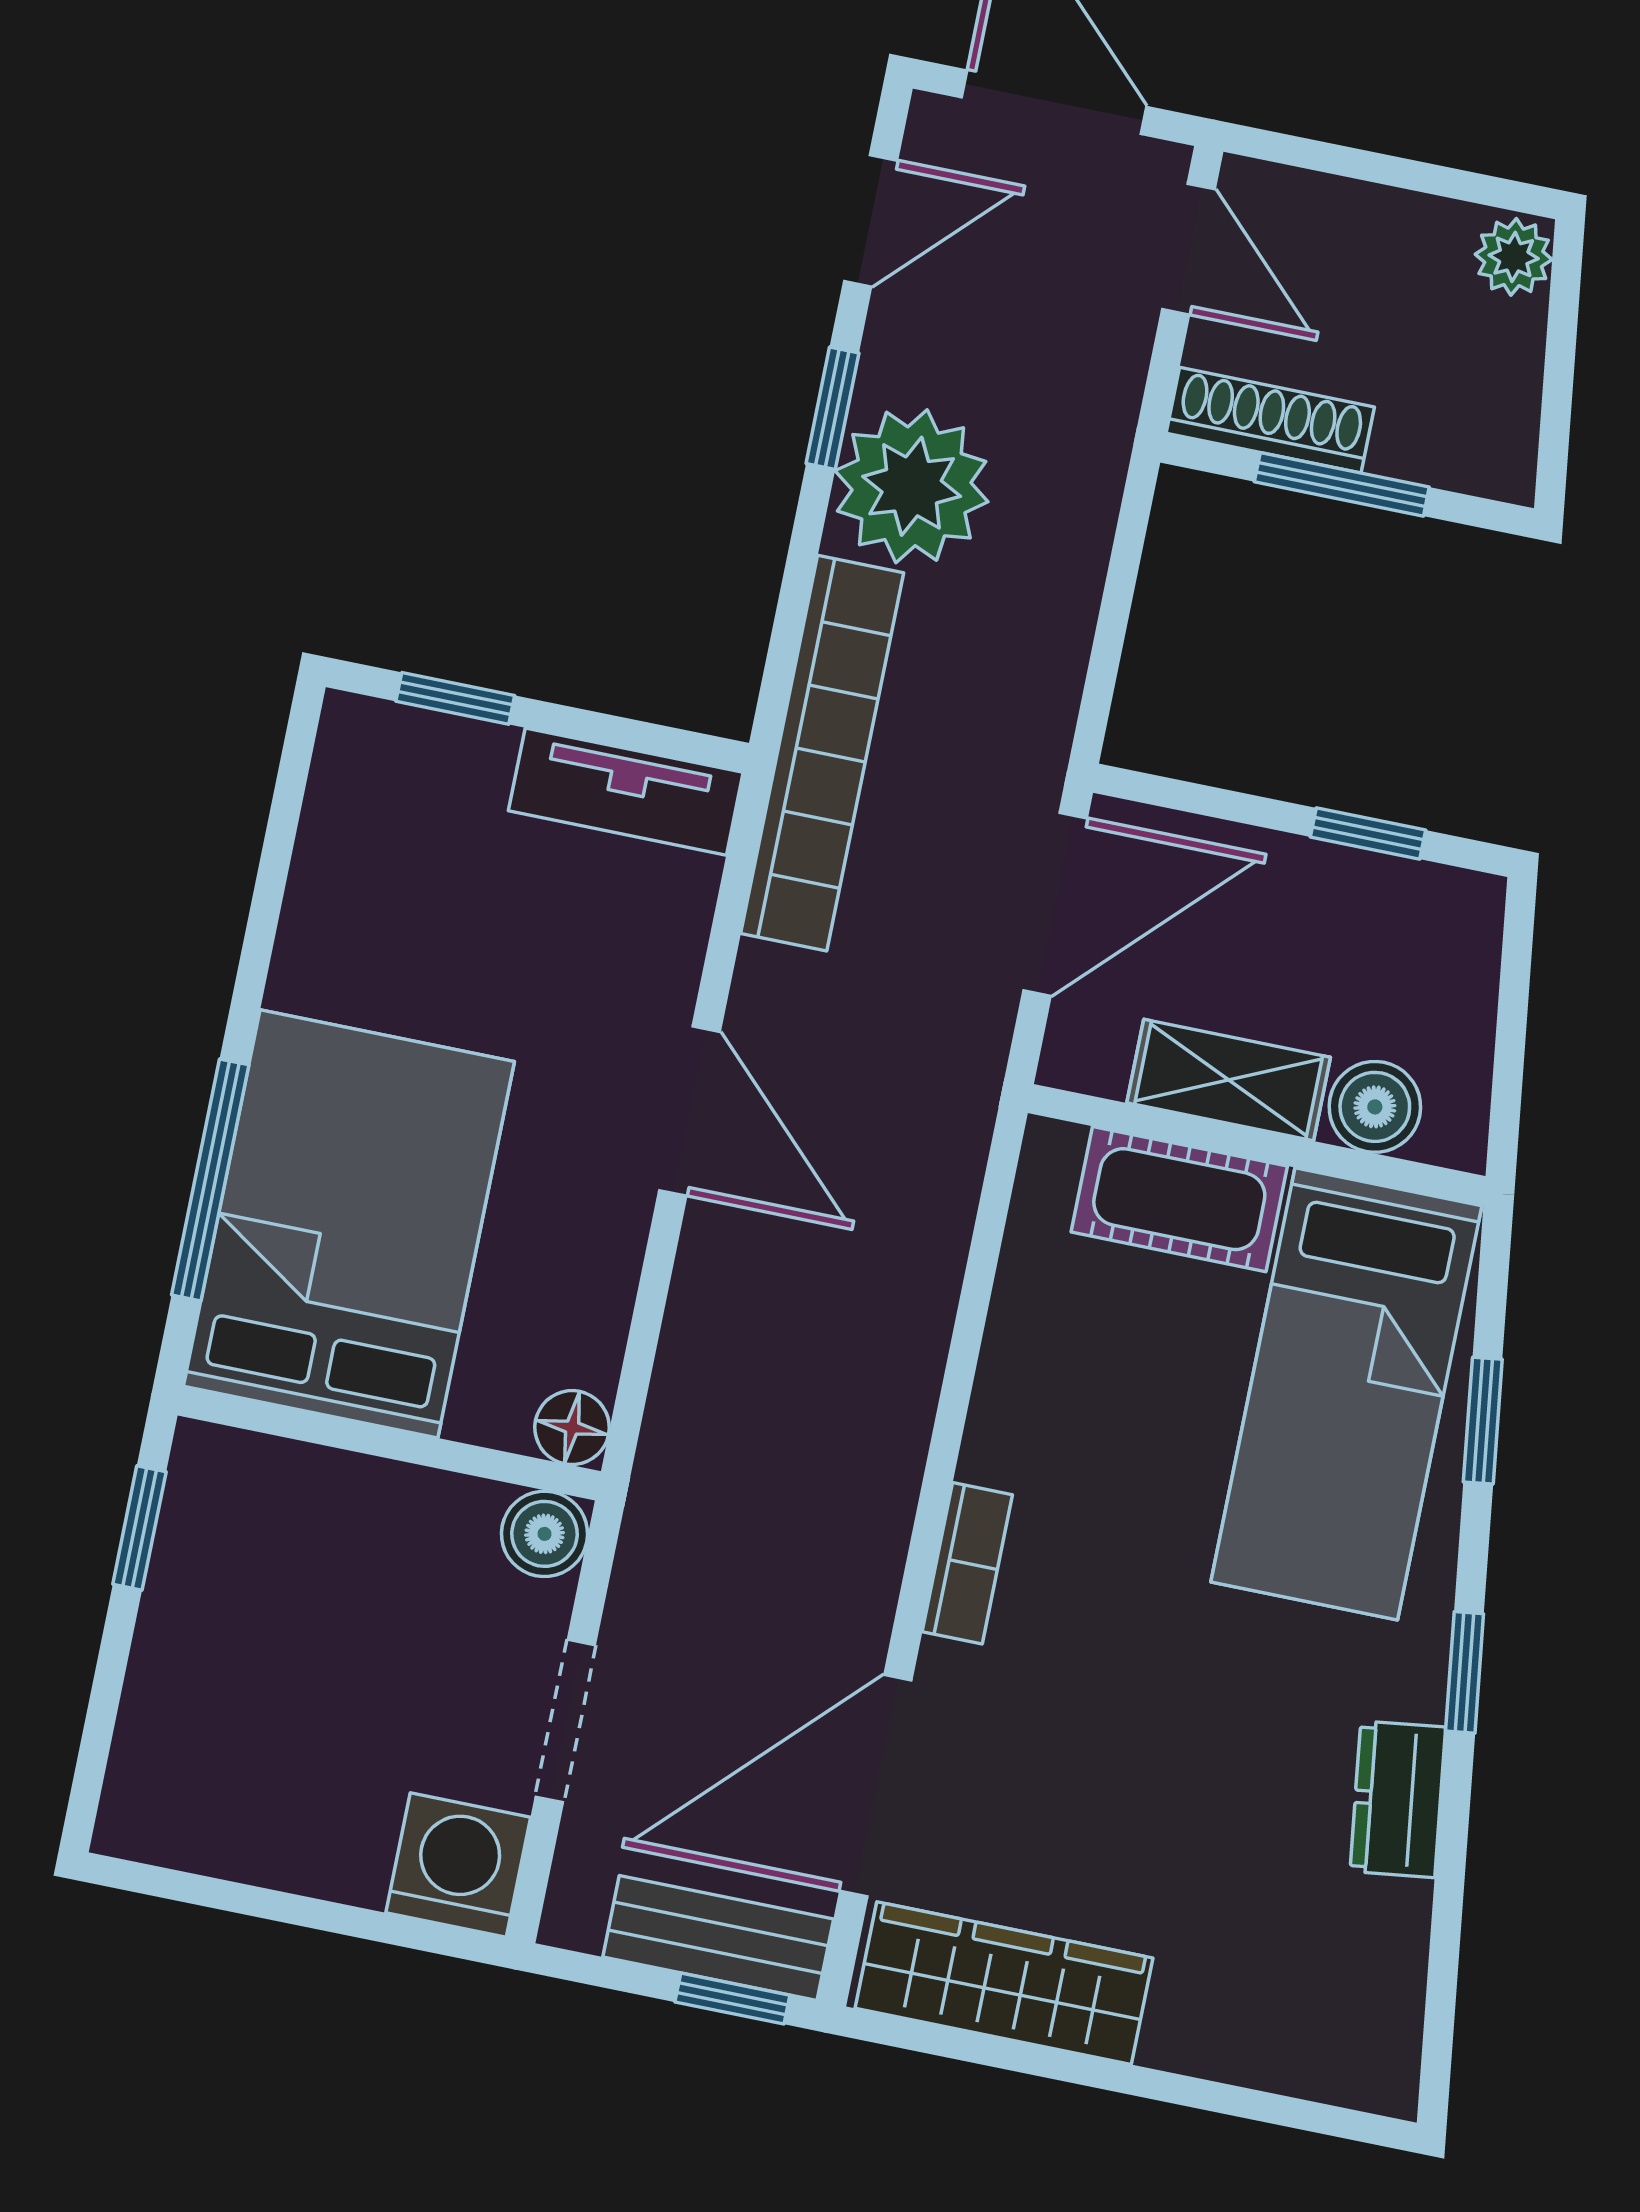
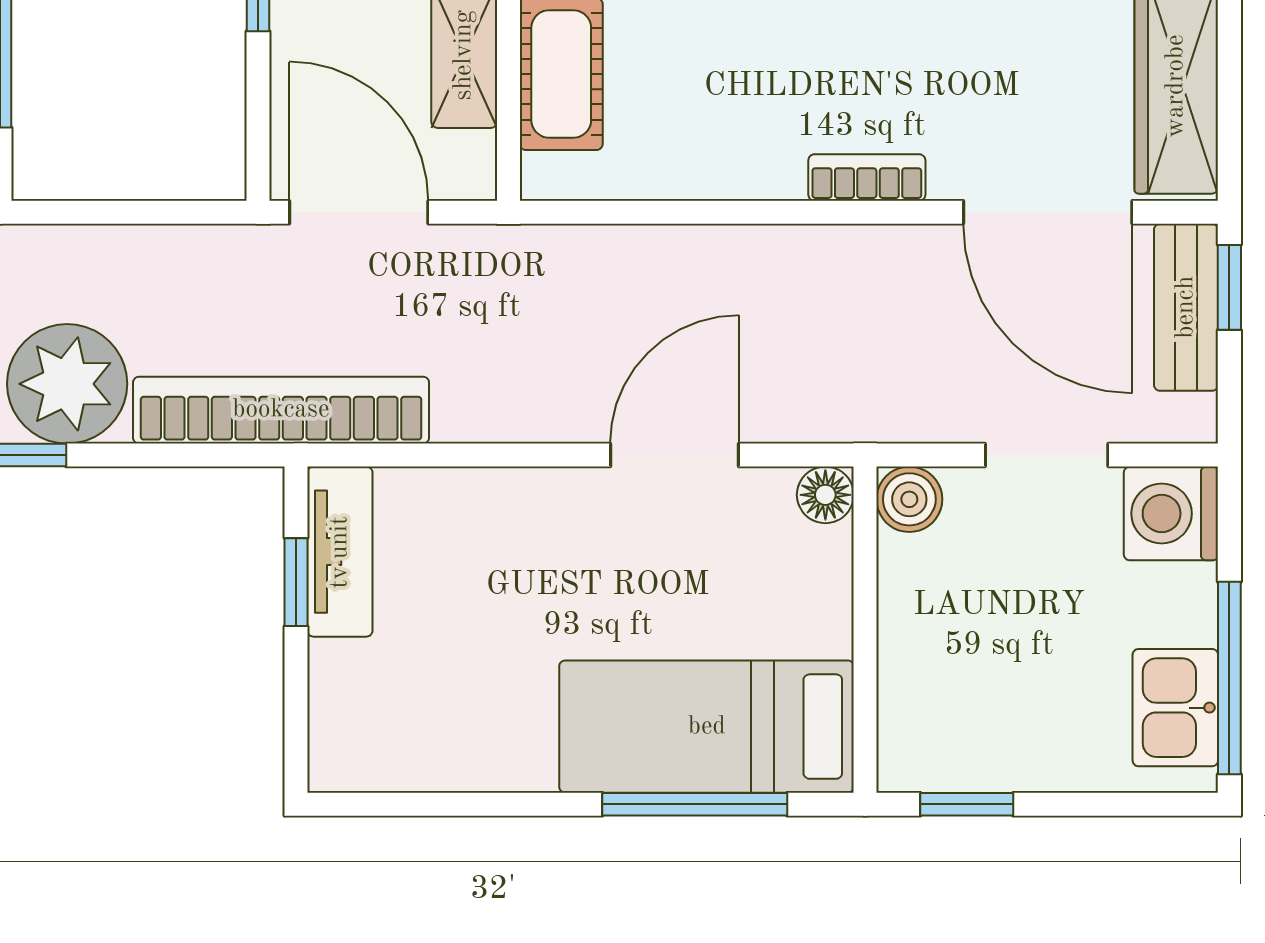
window: (455, 698) -> (296, 582), moved
door: (689, 1111) -> (674, 455), moved
bed: (349, 1224) -> (707, 727), width x0.67
kitchen sink: (209, 1820) -> (1175, 708), added
window: (233, 1897) -> (1229, 678), added

